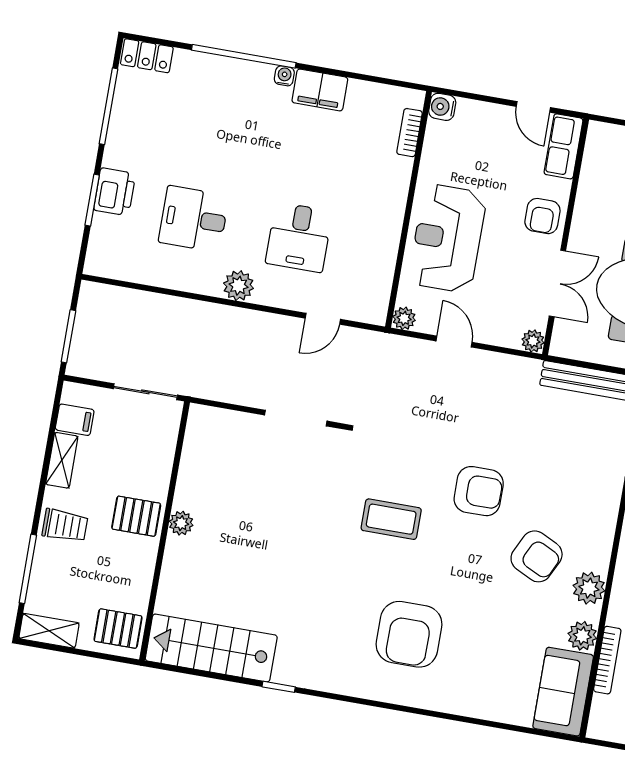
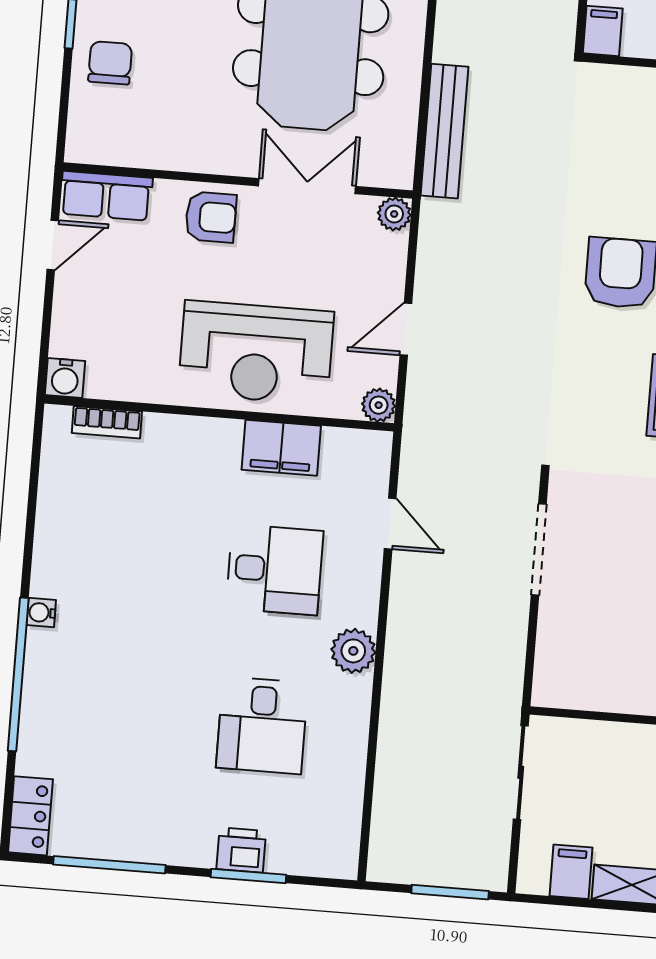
filing cabinet: (320, 90) -> (281, 448), moved, turned 90
printer: (115, 192) -> (241, 850), width x0.73, depth x0.81

